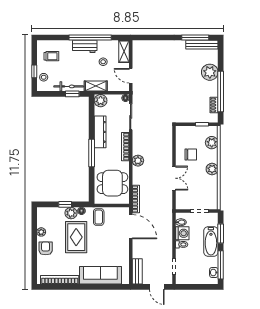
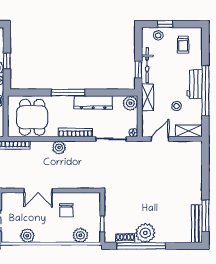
plant: (210, 72) -> (145, 233), moved
plant: (212, 169) -> (27, 236), moved

